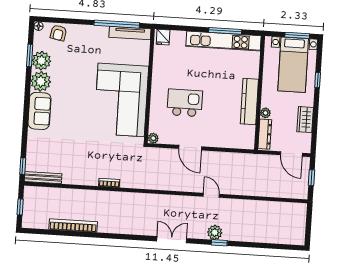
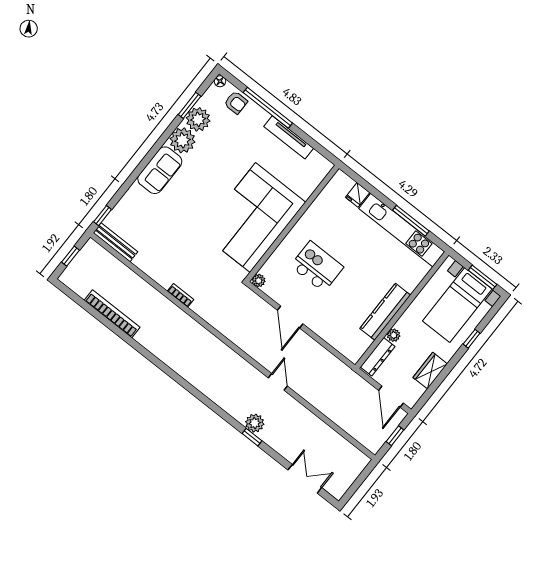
window: (117, 24) -> (268, 108), moved
armchair: (58, 33) -> (236, 103), turned -100
tv unit: (130, 33) -> (289, 137), moved
fridge: (163, 37) -> (358, 195), moved
double door: (172, 240) -> (305, 479), moved

